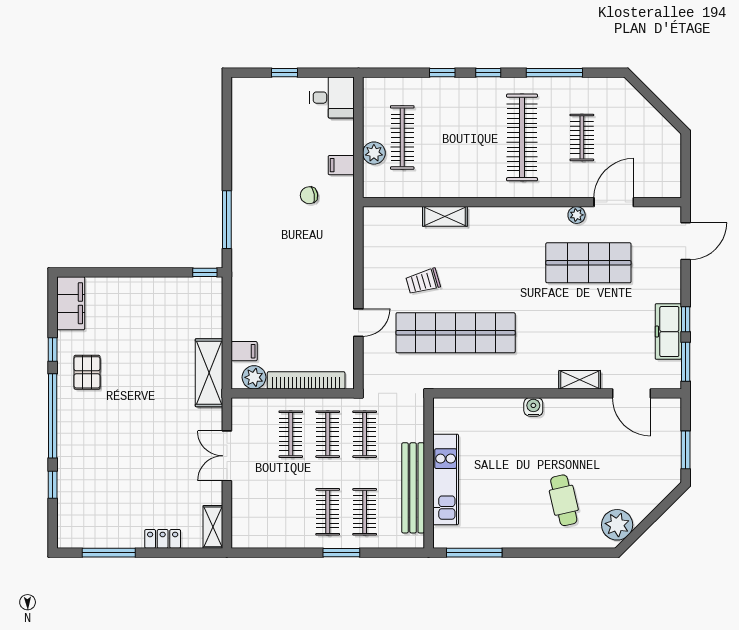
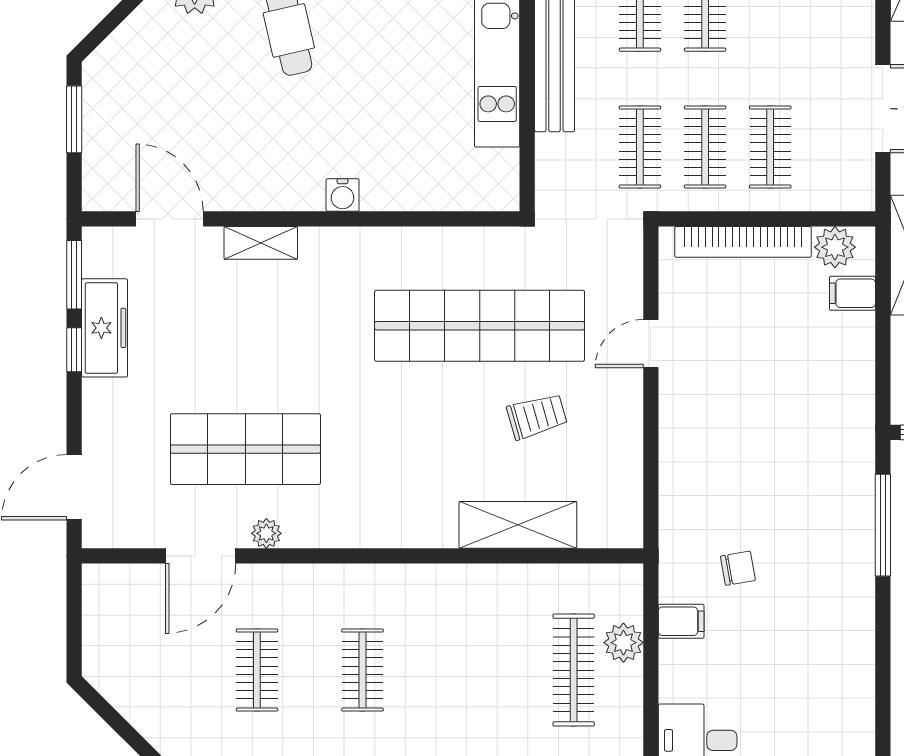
clothes rail: (522, 137) -> (362, 670), width x0.54, depth x0.76
shelving: (445, 216) -> (518, 525), width x1.50, depth x1.33

